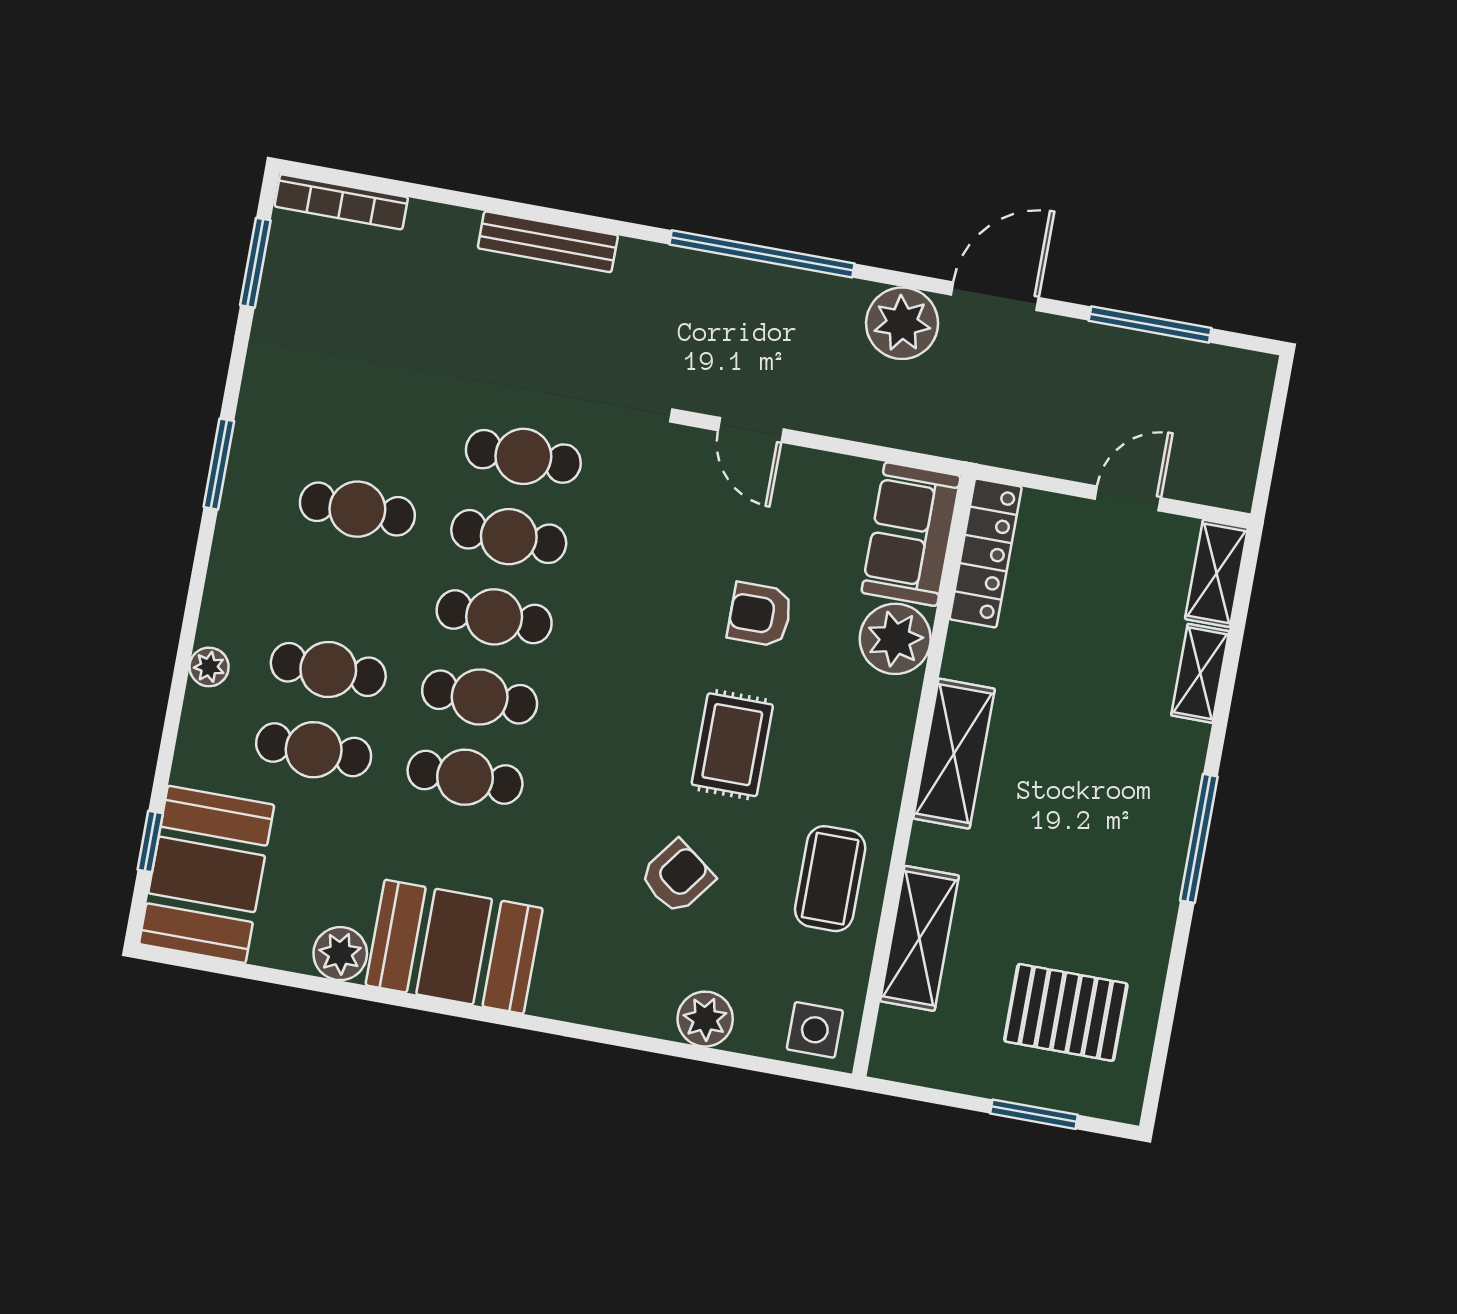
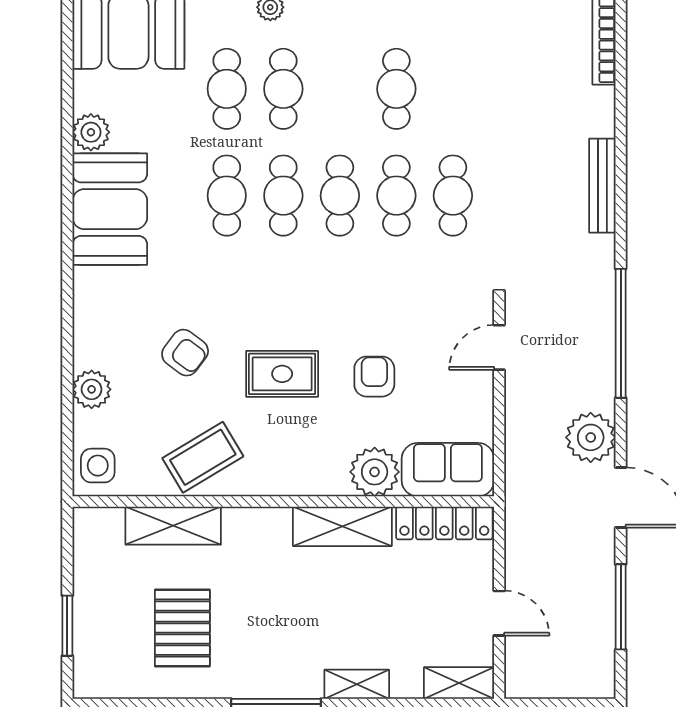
shelving: (1200, 673) -> (357, 684), moved
shelving: (954, 754) -> (342, 526), moved
coffee table: (830, 879) -> (203, 457), turned -31
pallet: (1066, 1012) -> (182, 628), moved

